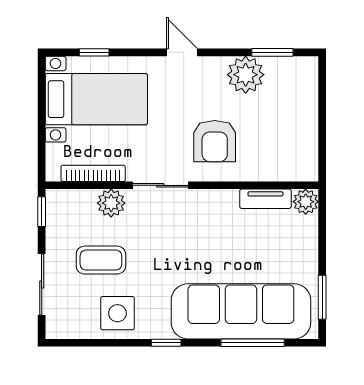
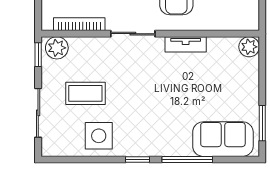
tv unit: (265, 199) -> (186, 44), moved
plant: (111, 203) -> (57, 48), moved
sofa: (241, 311) -> (223, 139), width x0.54, depth x0.79
window: (253, 343) -> (187, 159), moved

